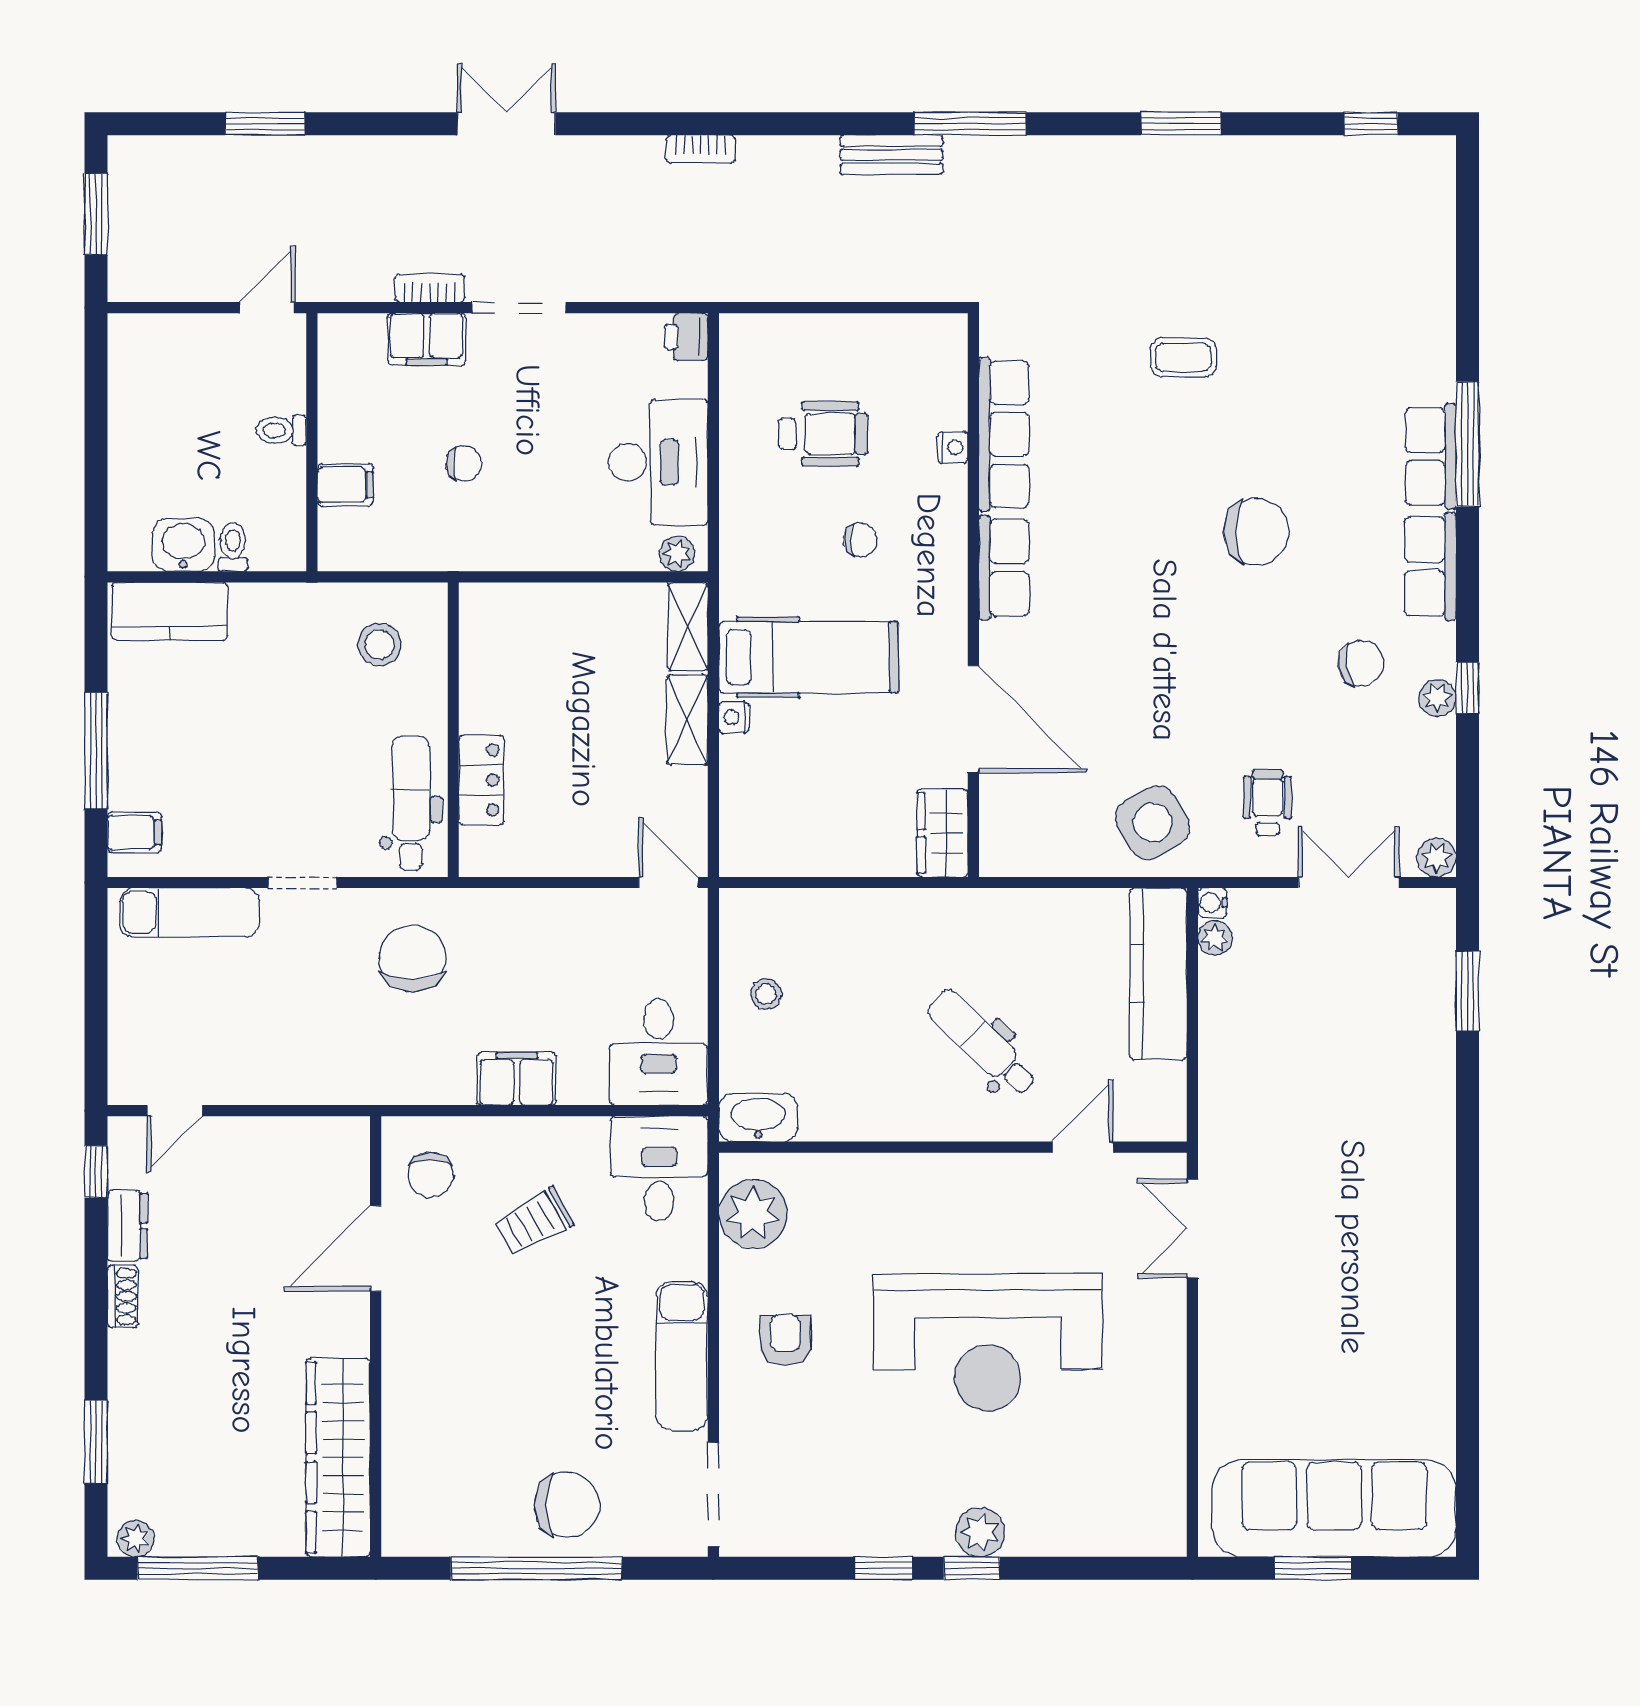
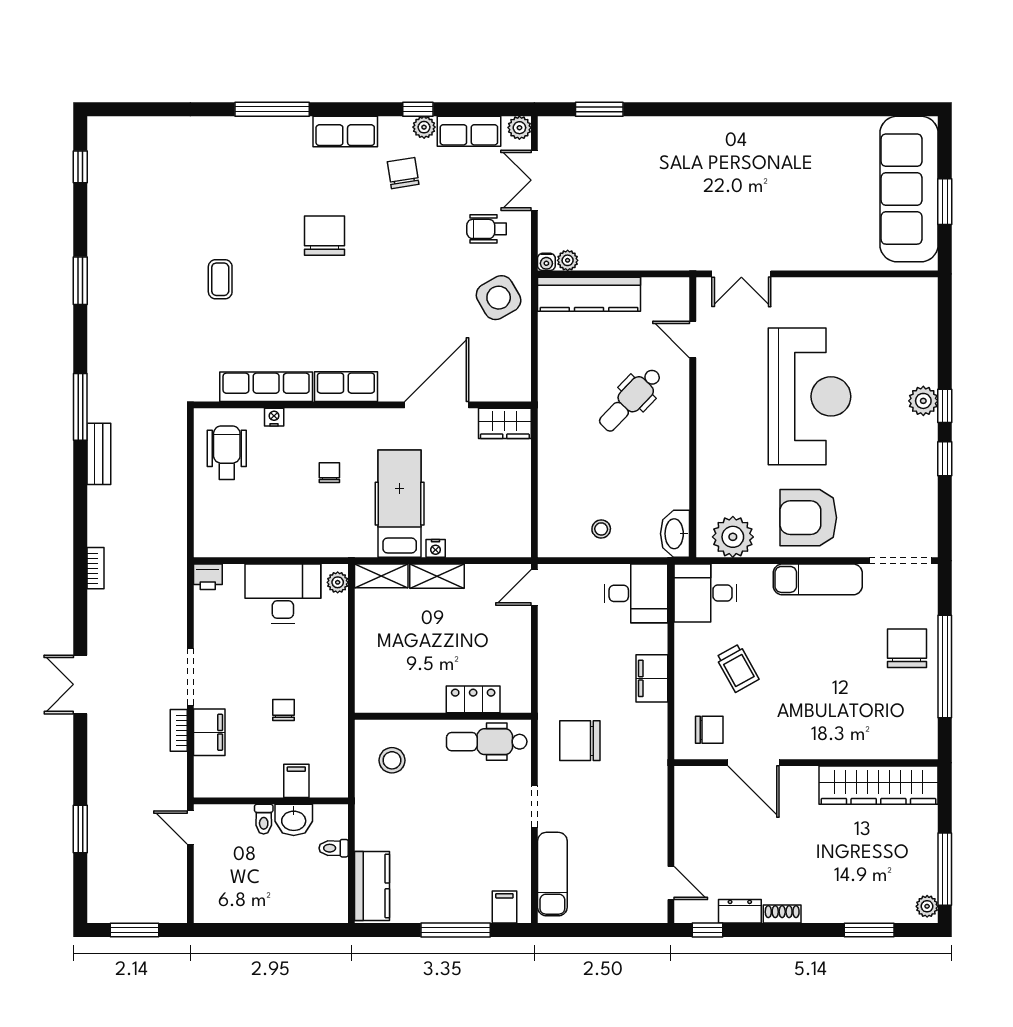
wheelchair: (823, 434) -> (227, 453), moved
row of seats: (1431, 456) -> (469, 131), moved
washbasin: (183, 545) -> (294, 820), moved, turned -90
armchair: (785, 1340) -> (808, 518), width x1.88, depth x1.88

